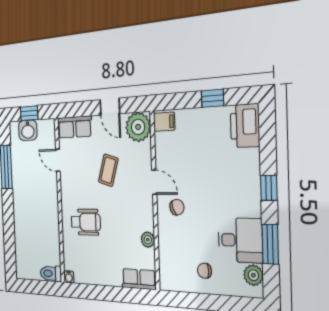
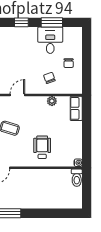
chair: (177, 207) -> (49, 78), moved
plant: (253, 275) -> (69, 33), removed

